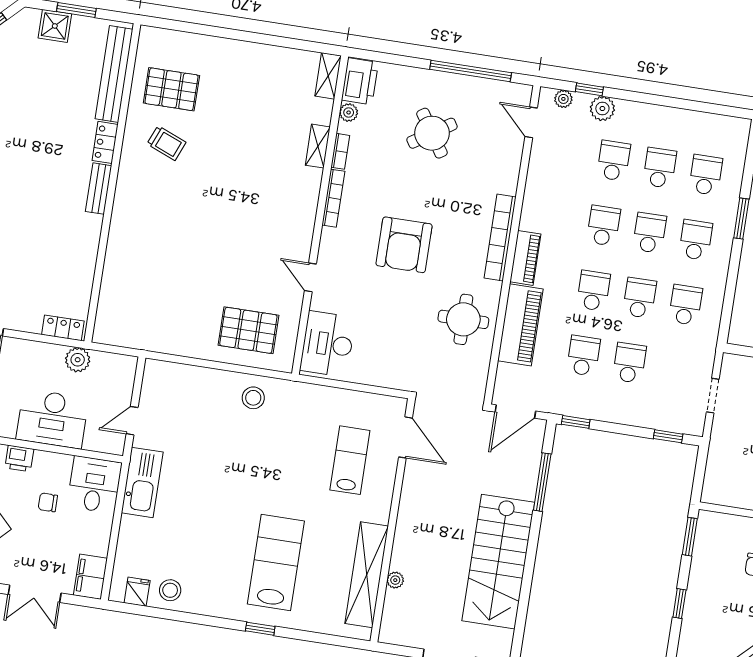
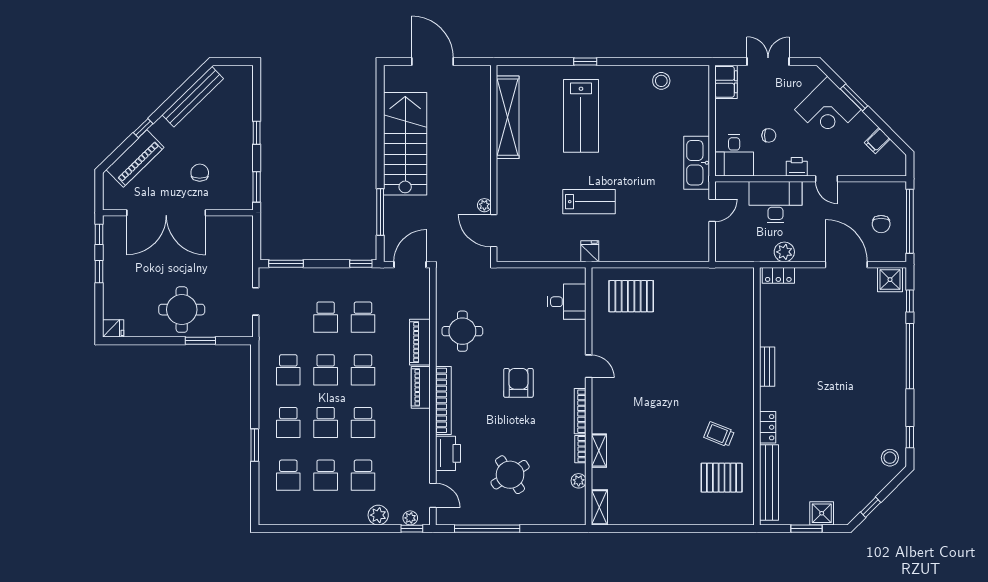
printer: (360, 81) -> (448, 453), moved, turned 180
window: (589, 89) -> (412, 529), moved
bench: (99, 189) -> (767, 367), moved
armchair: (404, 245) -> (518, 383), width x0.73, depth x0.73
door: (310, 277) -> (589, 366), moved
piano: (520, 325) -> (420, 342), width x0.73, depth x0.75
desk: (328, 344) -> (567, 302), width x0.73
plant: (78, 360) -> (784, 252), moved
stool: (253, 398) -> (619, 243), removed
window: (668, 436) -> (286, 264), width x1.50
lab bench: (350, 460) -> (589, 202), moved, turned -90
plant: (395, 580) -> (484, 205), moved
fridge: (137, 592) -> (590, 251), moved, turned 180

